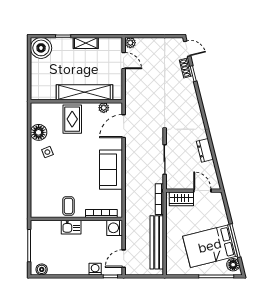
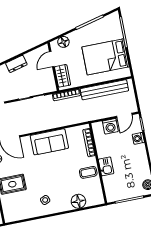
floor lamp: (39, 132) -> (78, 201), moved
washing machine: (115, 228) -> (110, 126), moved
bed: (210, 246) -> (106, 57), moved, turned 104
door: (124, 259) -> (124, 115), hinge flipped
floor lamp: (233, 265) -> (63, 42), moved

